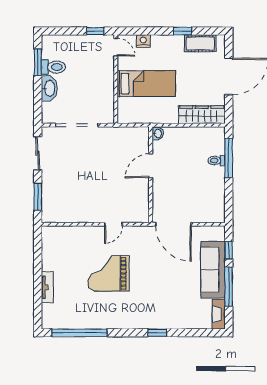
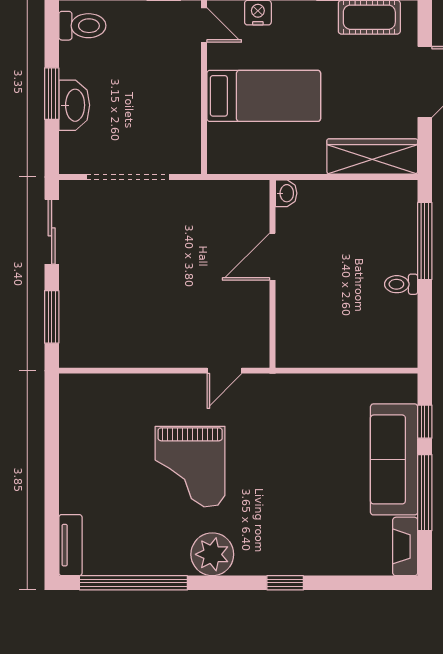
window: (38, 62) -> (52, 94), moved
toilet: (53, 67) -> (82, 26), moved
toilet: (217, 161) -> (401, 284), moved
door: (113, 224) -> (225, 371), moved
door: (173, 224) -> (317, 371), removed
grand piano: (109, 273) -> (190, 467), turned -90
tv unit: (47, 287) -> (70, 545), moved
plant: (120, 318) -> (212, 554), added

